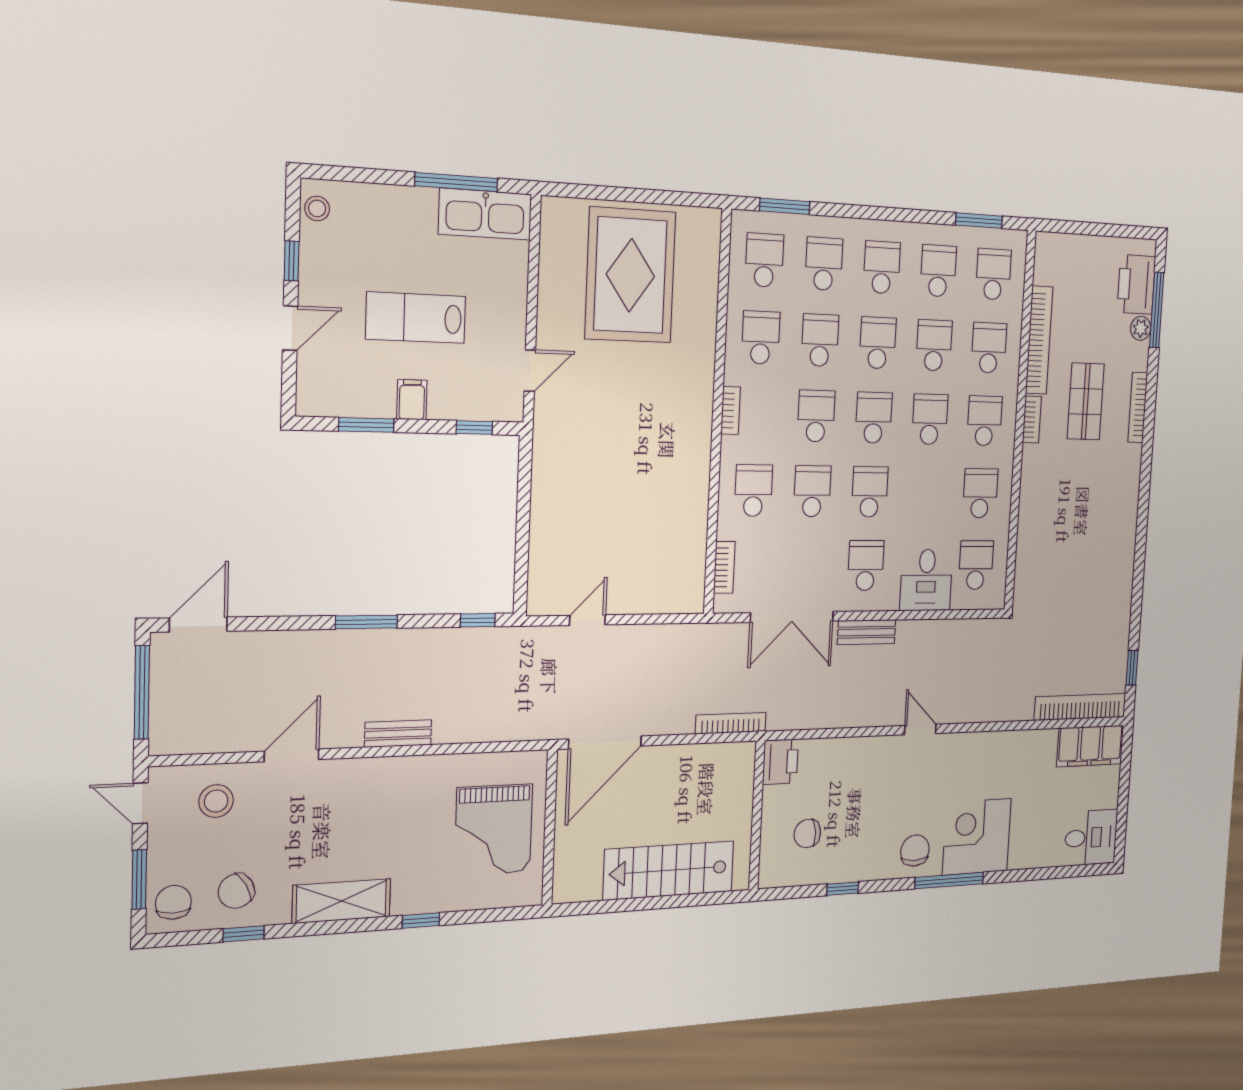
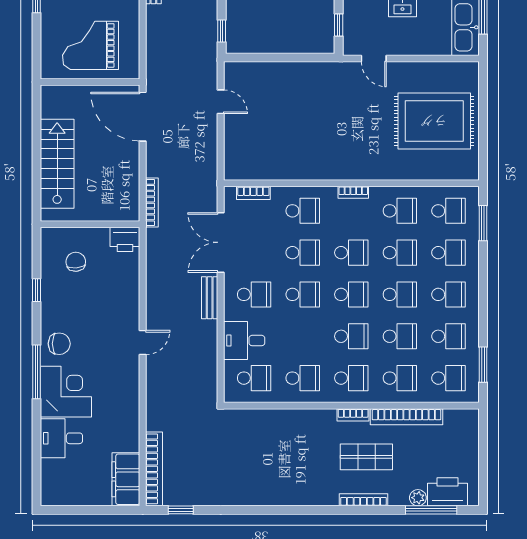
desk: (1091, 838) -> (61, 438), moved, turned 90

